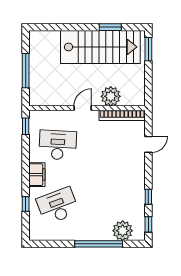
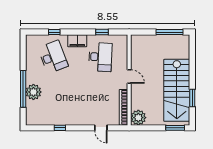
window: (26, 71) -> (170, 32), moved
plant: (111, 96) -> (138, 118), moved
window: (26, 126) -> (102, 32), moved
window: (148, 224) -> (38, 128), removed
plant: (123, 231) -> (33, 92), moved

